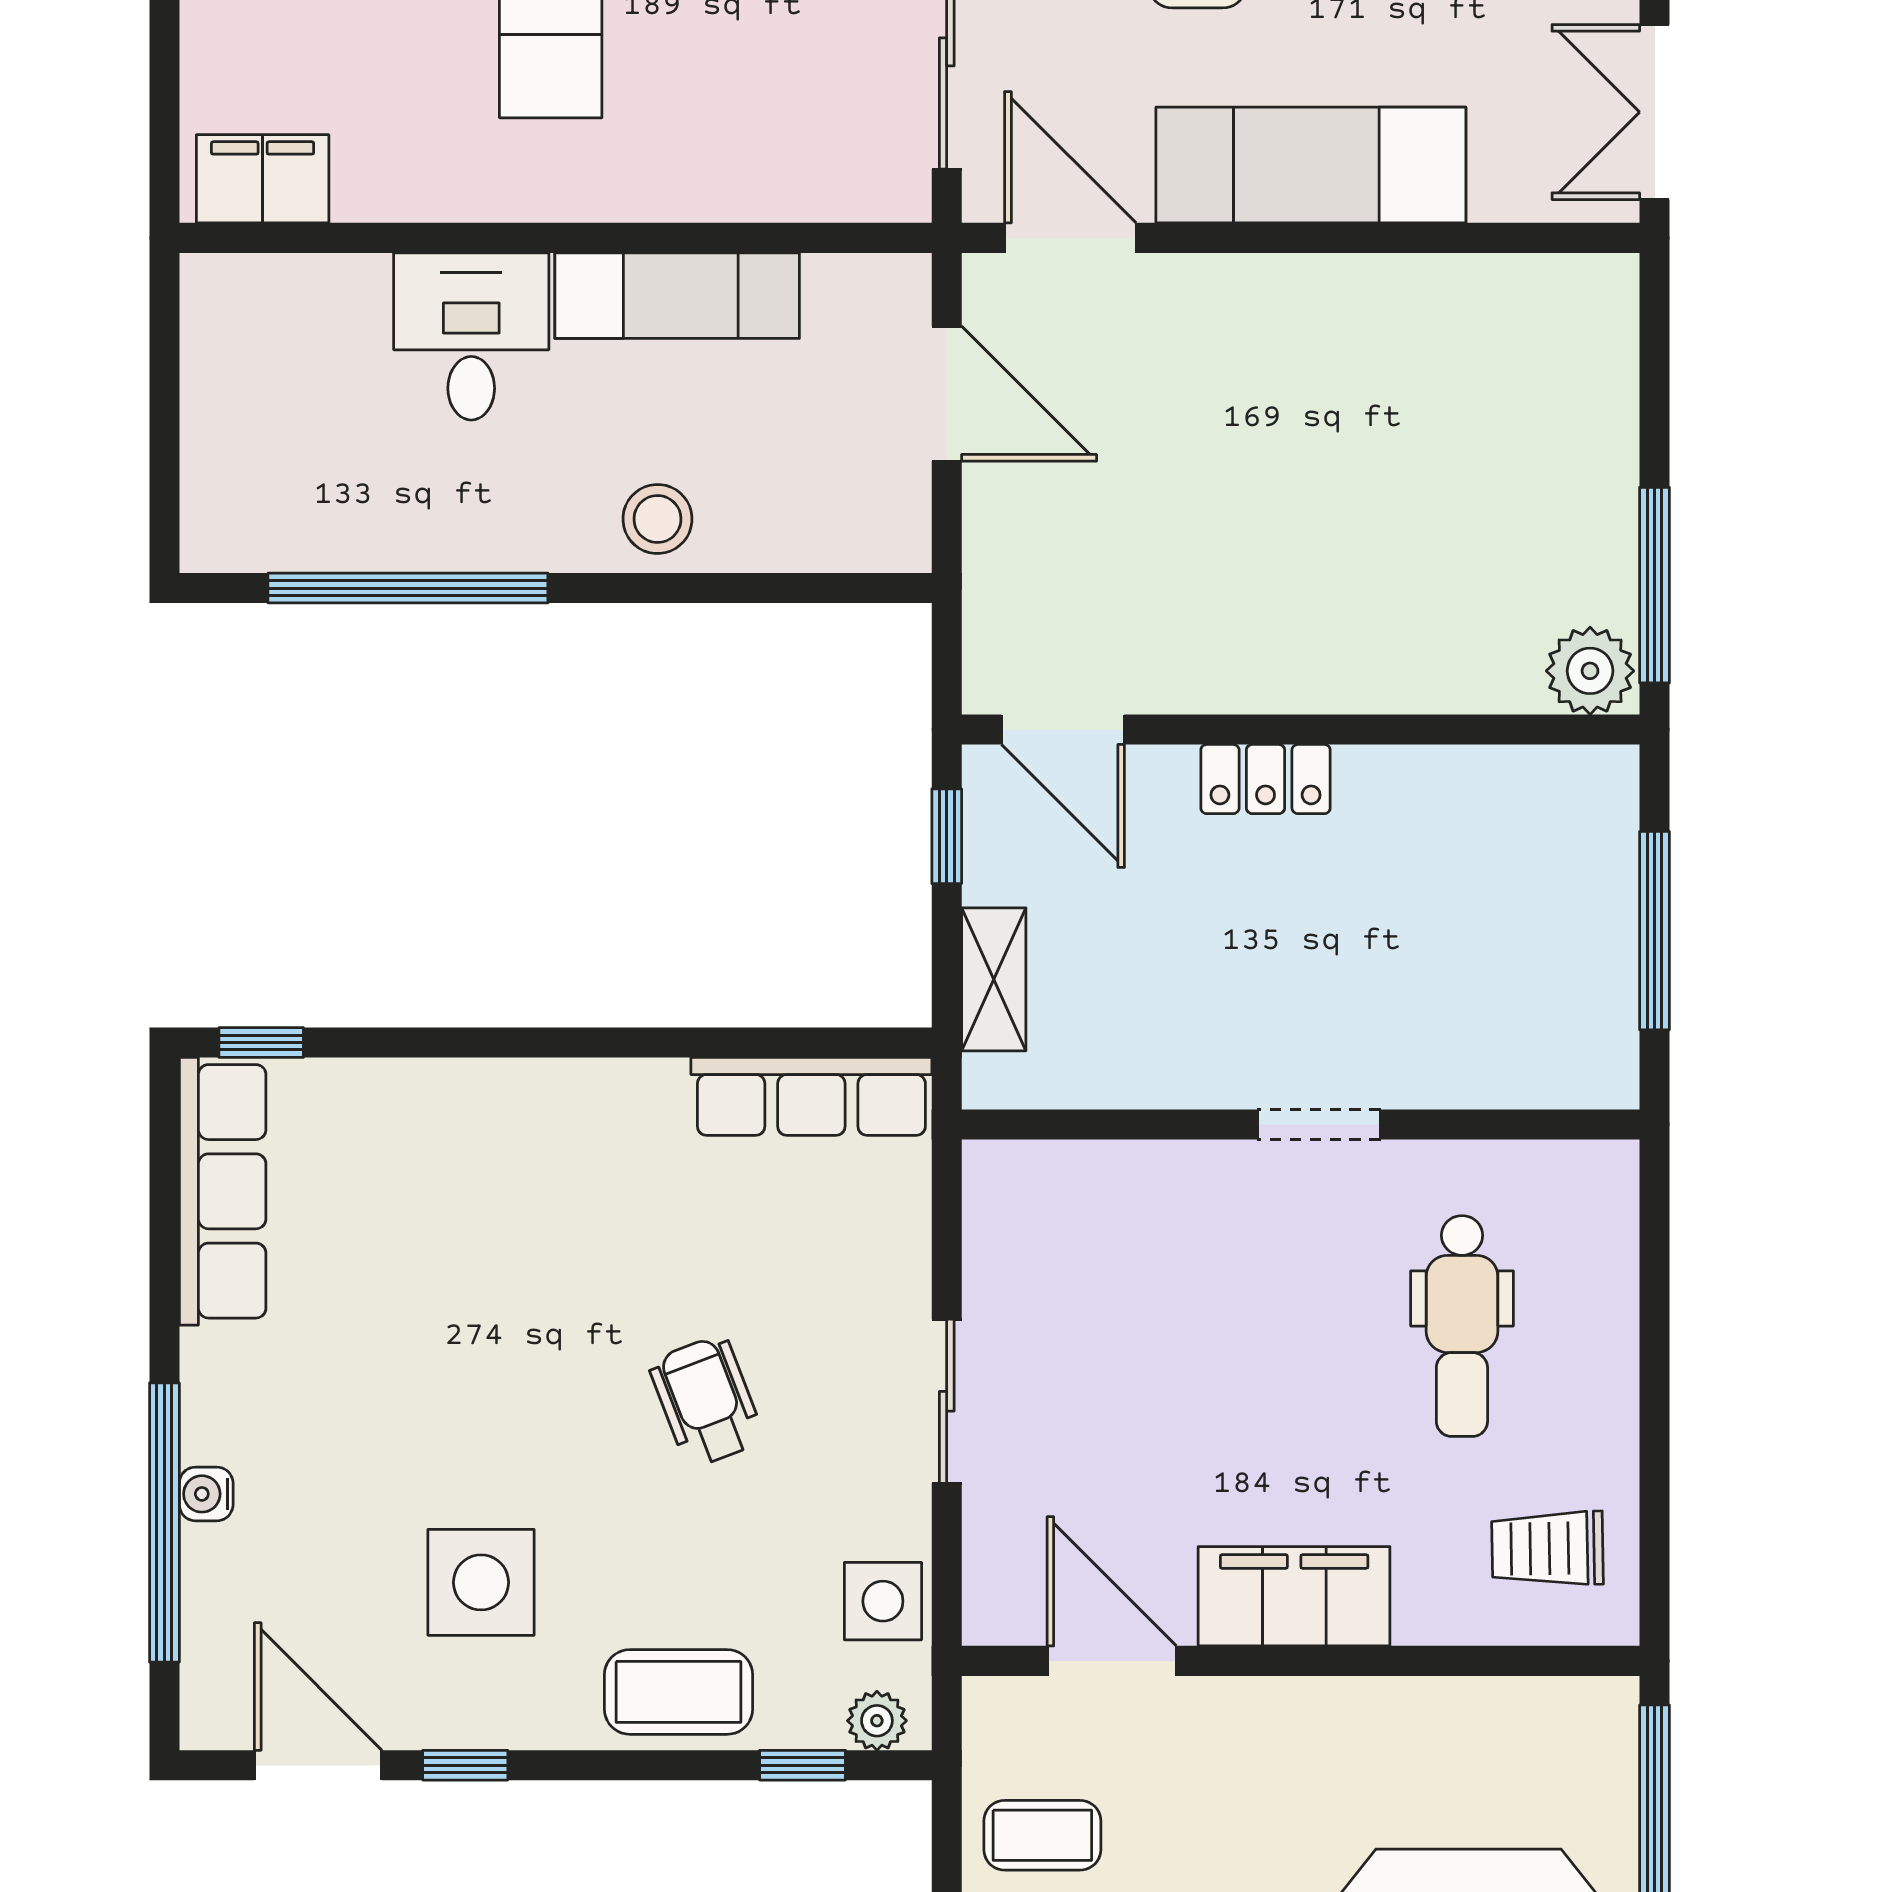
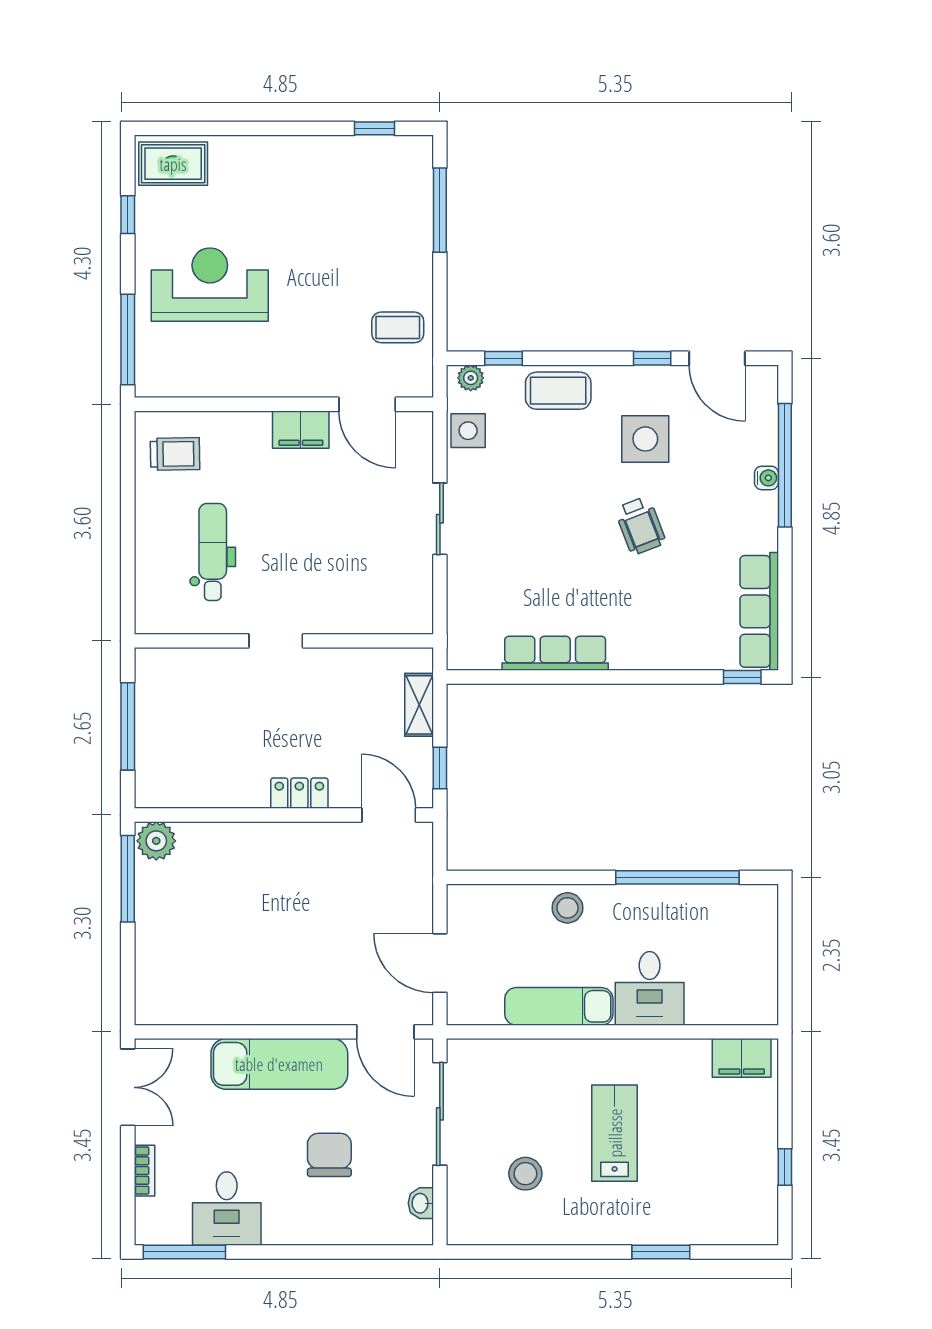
row of seats: (811, 1096) -> (555, 653), moved
wheelchair: (706, 1401) -> (640, 526), moved
filing cabinet: (1294, 1596) -> (301, 430), width x0.67, depth x0.86

